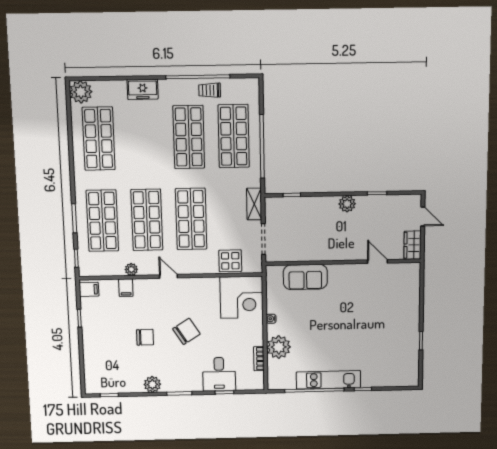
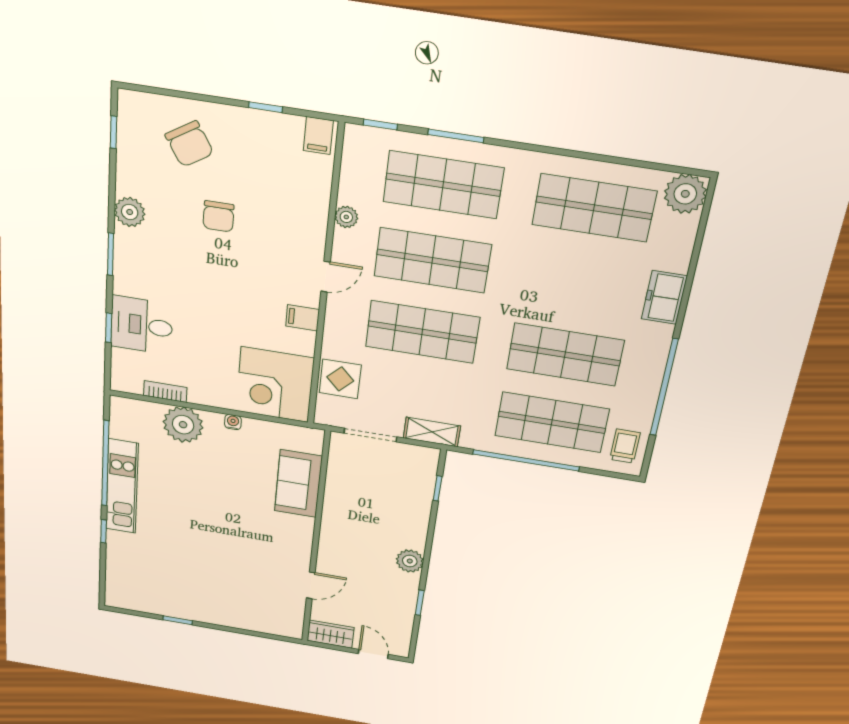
trolley: (210, 90) -> (625, 446), moved
door: (423, 217) -> (373, 654), swing flipped
filing cabinet: (126, 288) -> (303, 318), moved
chair: (186, 331) -> (189, 144), moved

